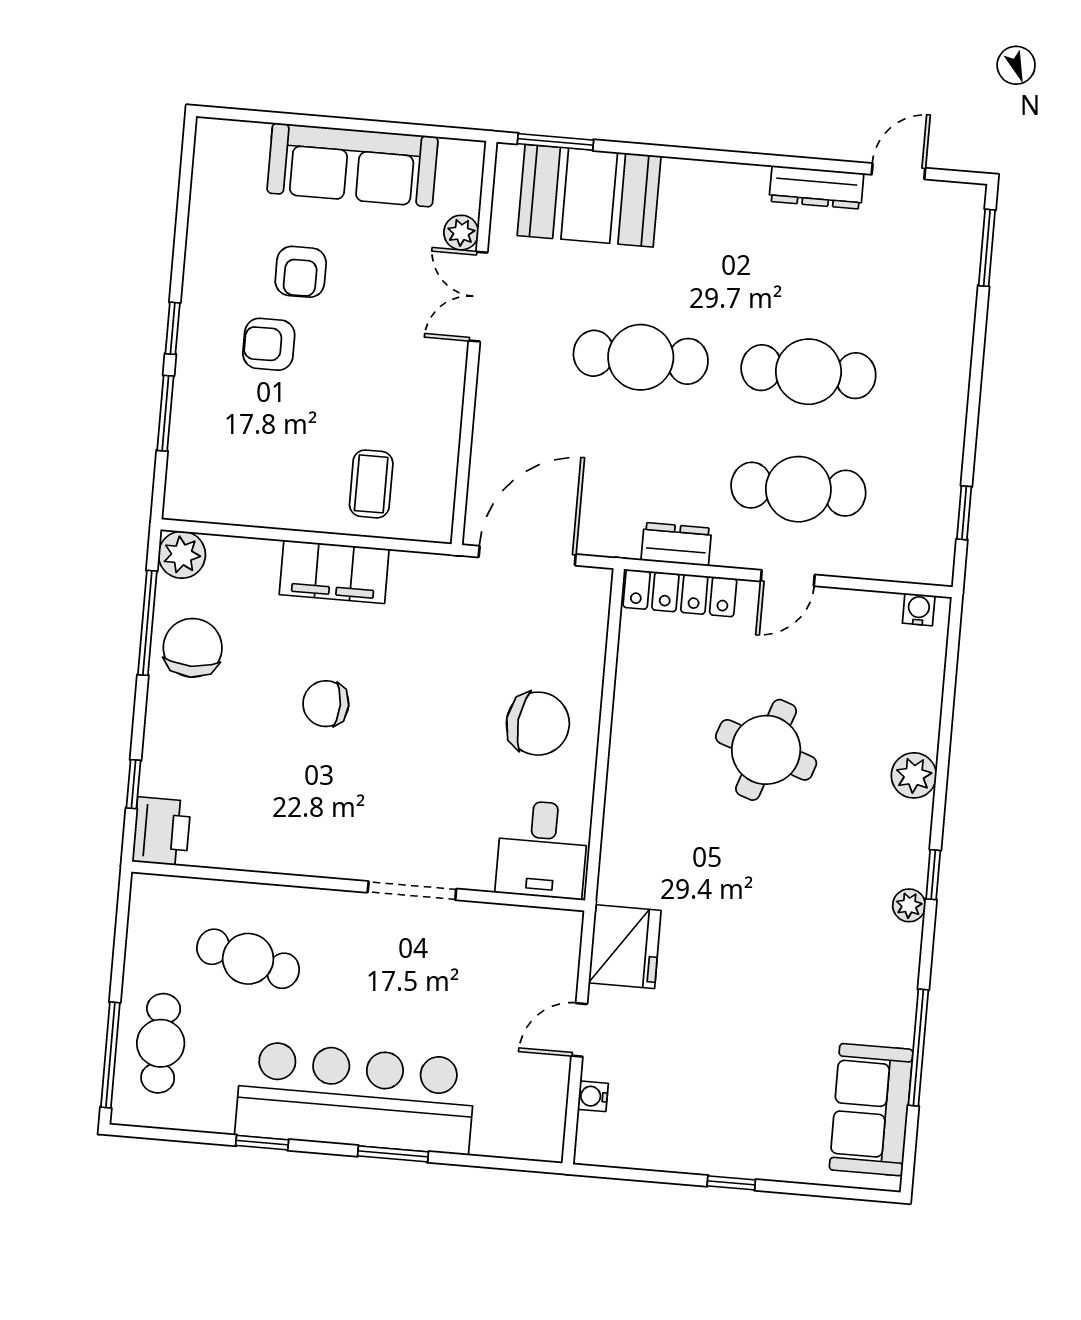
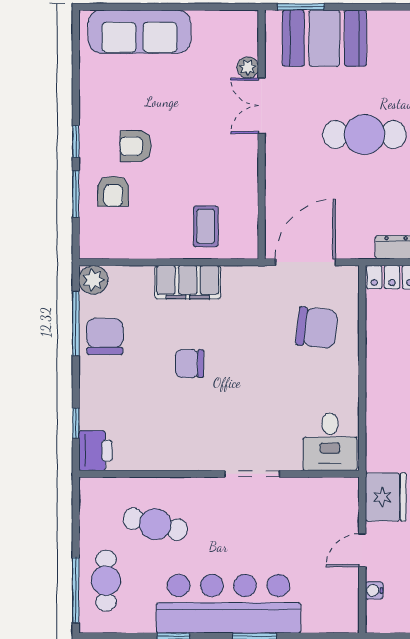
sofa: (352, 165) -> (139, 32), moved
armchair: (301, 272) -> (113, 191), moved
chair: (538, 724) -> (317, 328), moved

